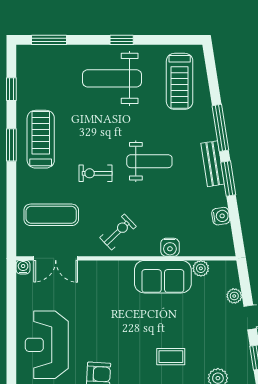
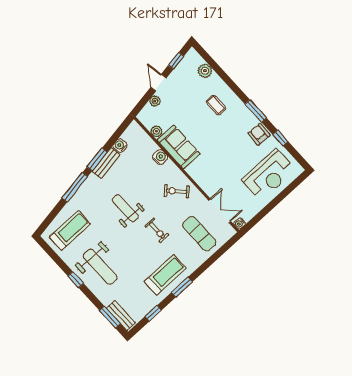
bench: (40, 53) -> (121, 316), added
treadmill: (41, 139) -> (165, 275), turned 180
bench: (213, 164) -> (106, 163), moved

